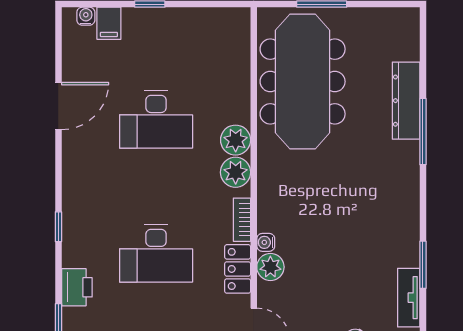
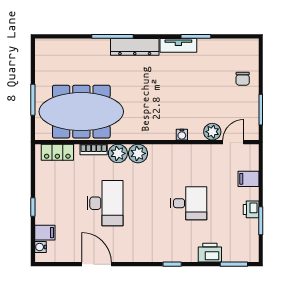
dresser: (406, 101) -> (135, 47), moved
bookcase: (242, 220) -> (94, 149), moved
desk: (156, 253) -> (189, 203), width x0.73
plant: (270, 267) -> (212, 132), moved
locker: (238, 269) -> (57, 152), moved
tv unit: (409, 298) -> (178, 45), moved

